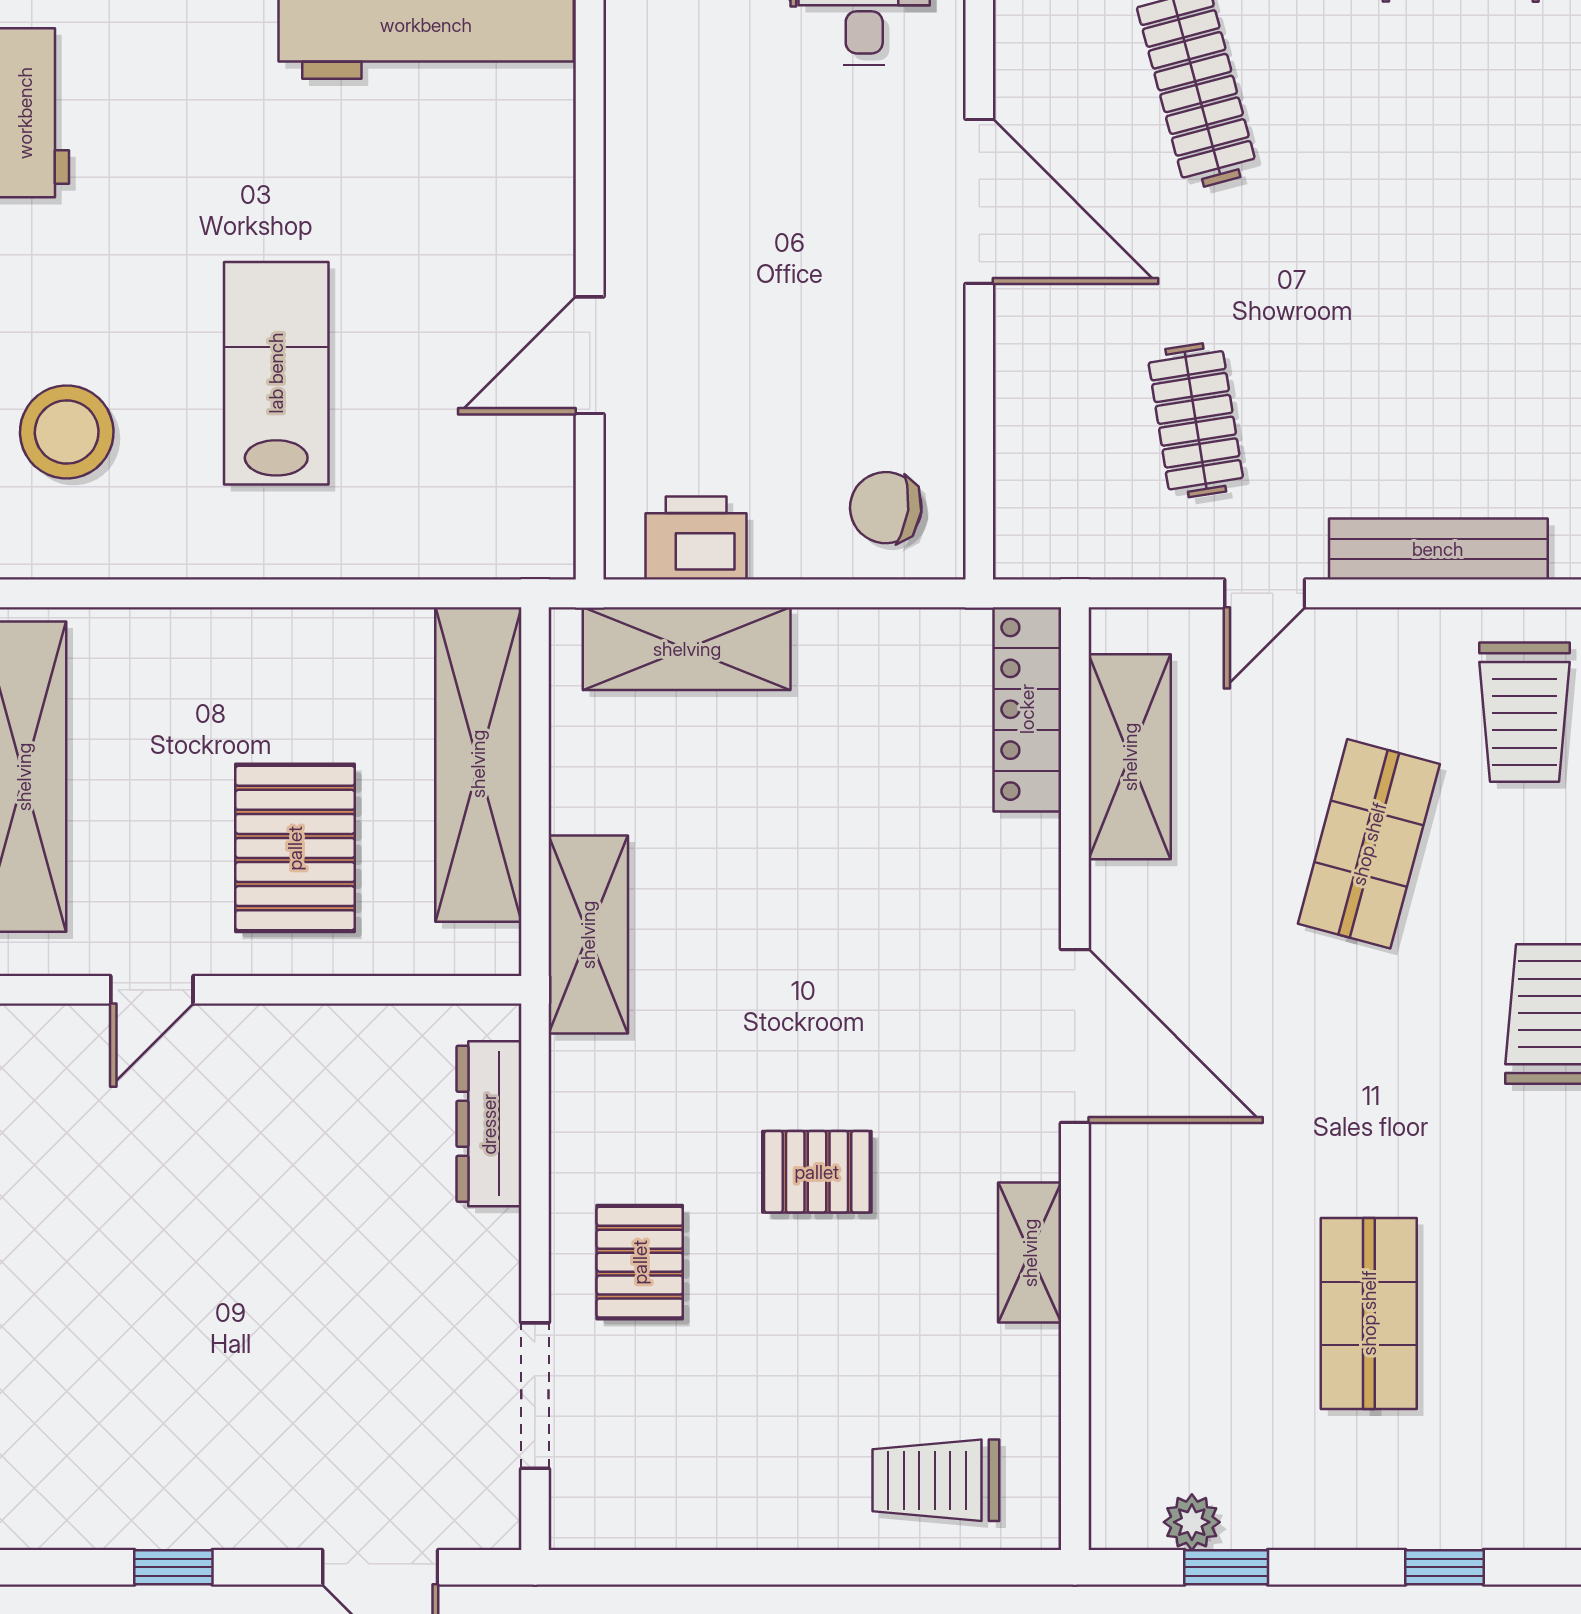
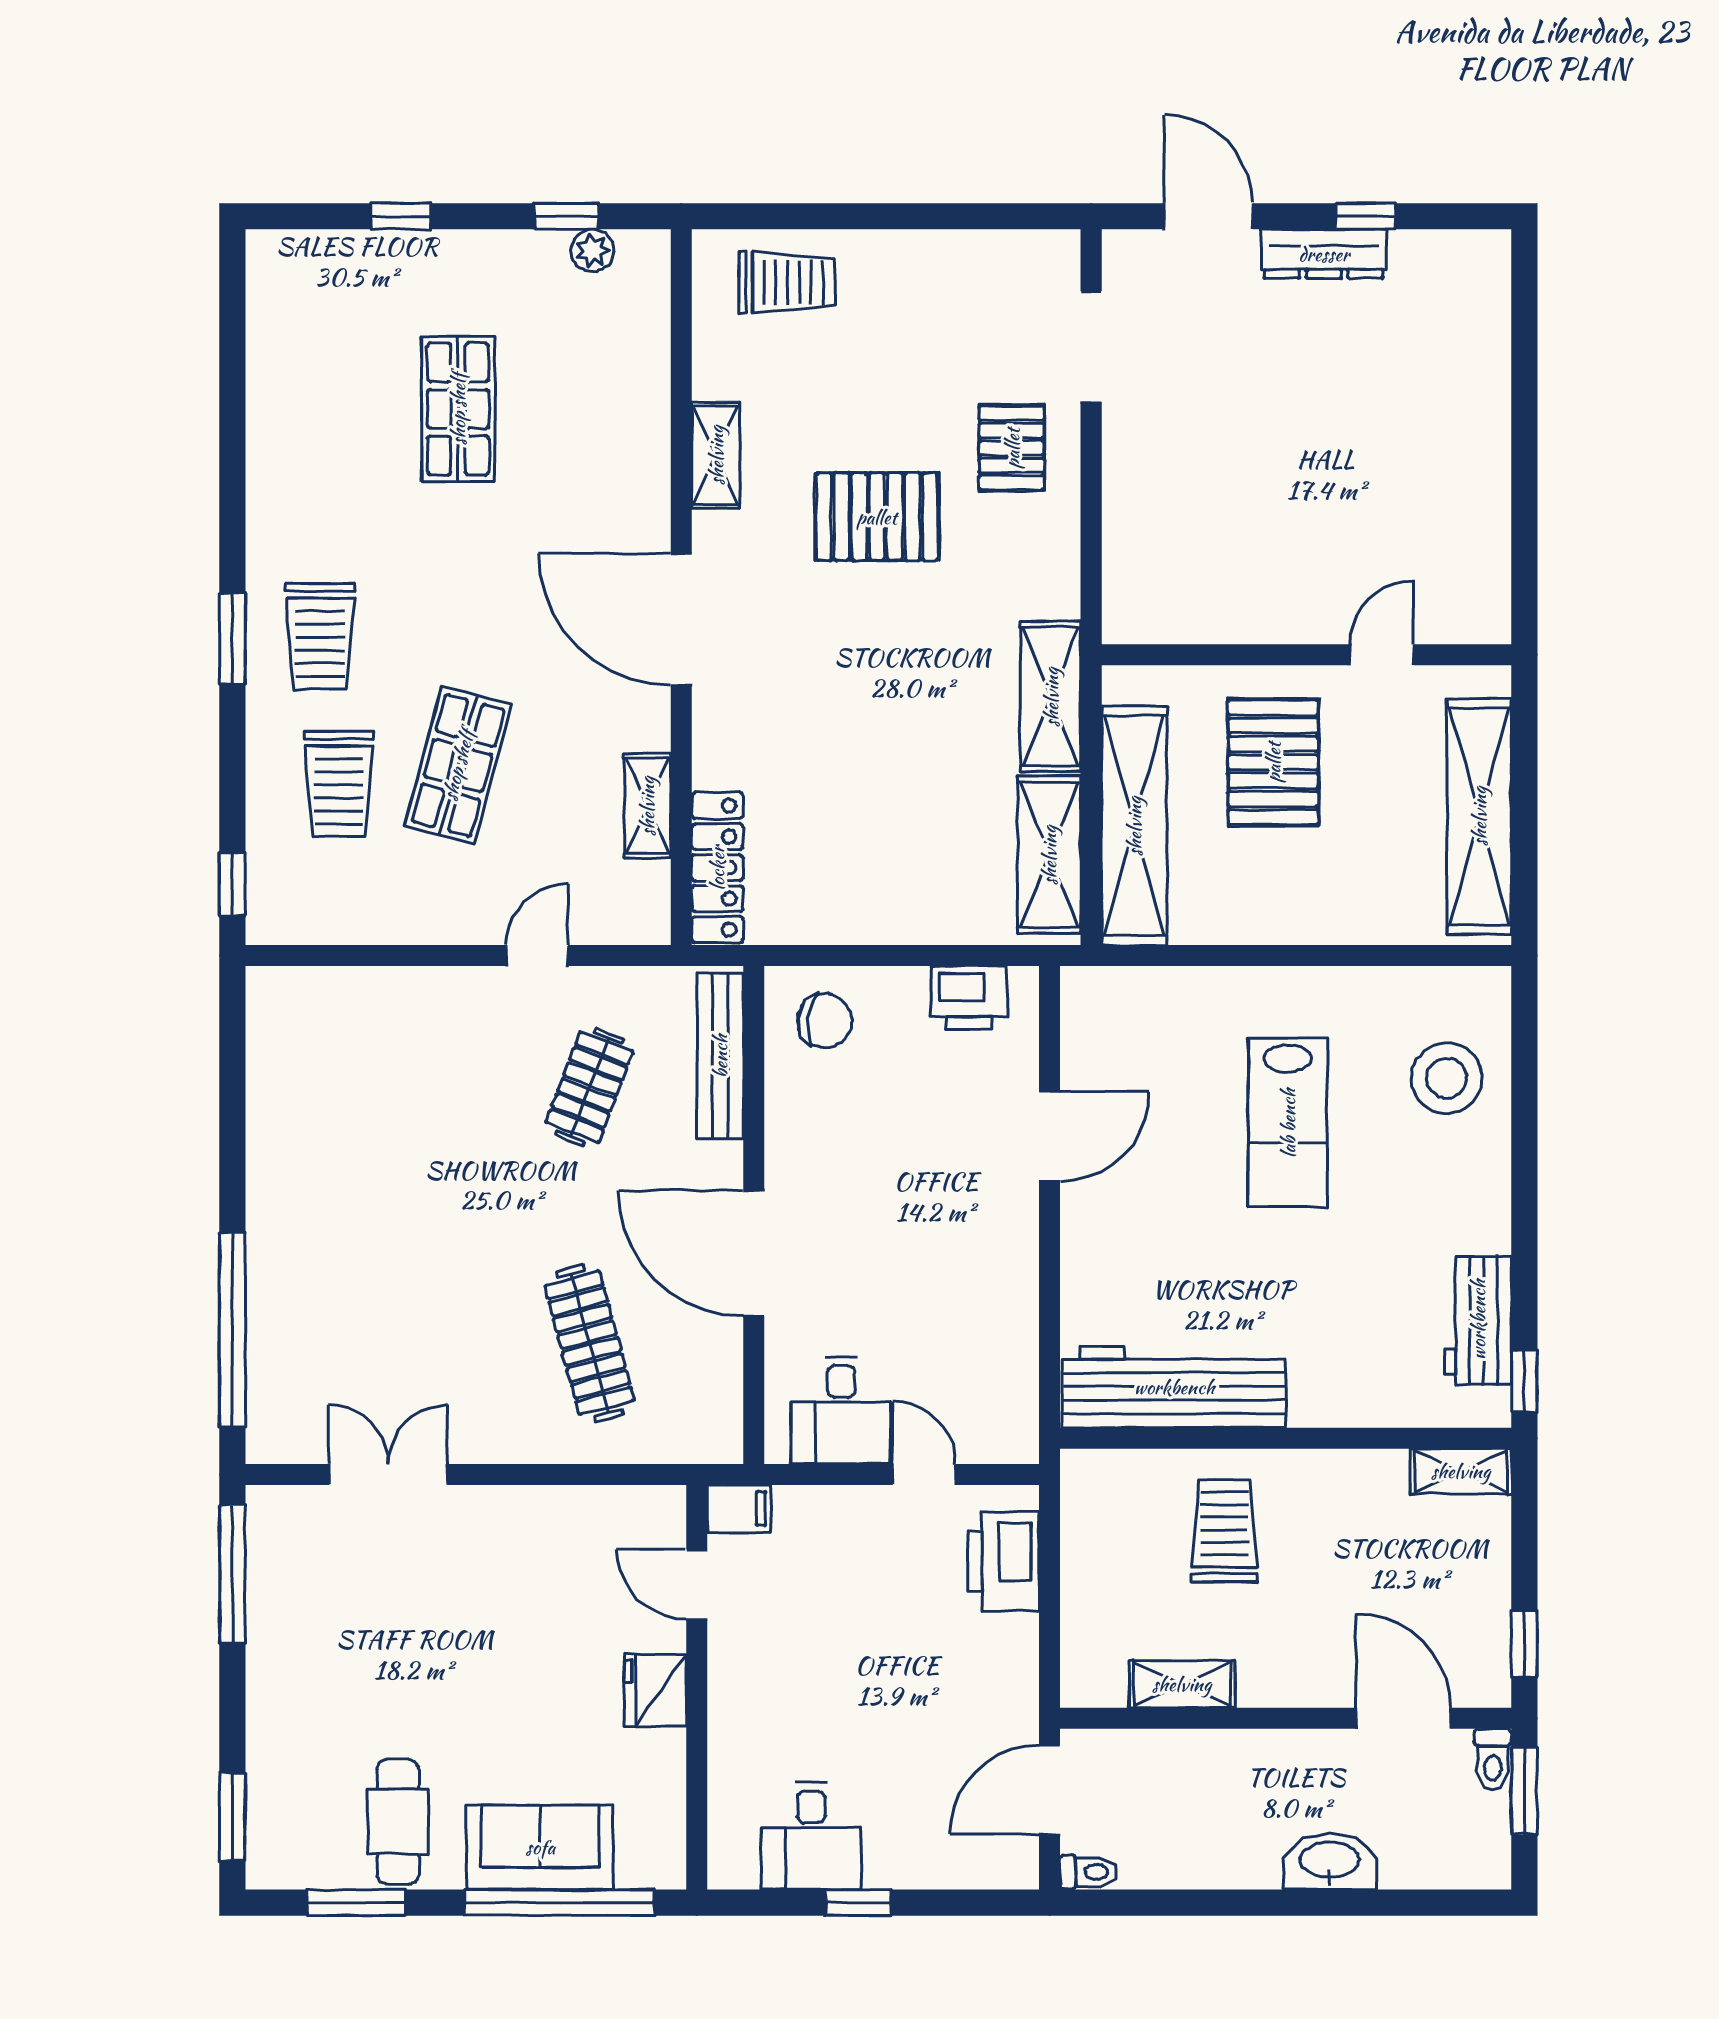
clothes rail: (1196, 420) -> (589, 1087), turned 30
bench: (1438, 549) -> (720, 1056), moved, turned 90
shelving: (687, 649) -> (1049, 855), moved, turned 90
trolley: (1524, 712) -> (339, 784), moved, turned 180
shelving: (1130, 757) -> (647, 806), width x0.67, depth x0.75
dresser: (489, 1124) -> (1324, 254), moved, turned 90
pallet: (817, 1172) -> (877, 517), width x1.50, depth x1.42

